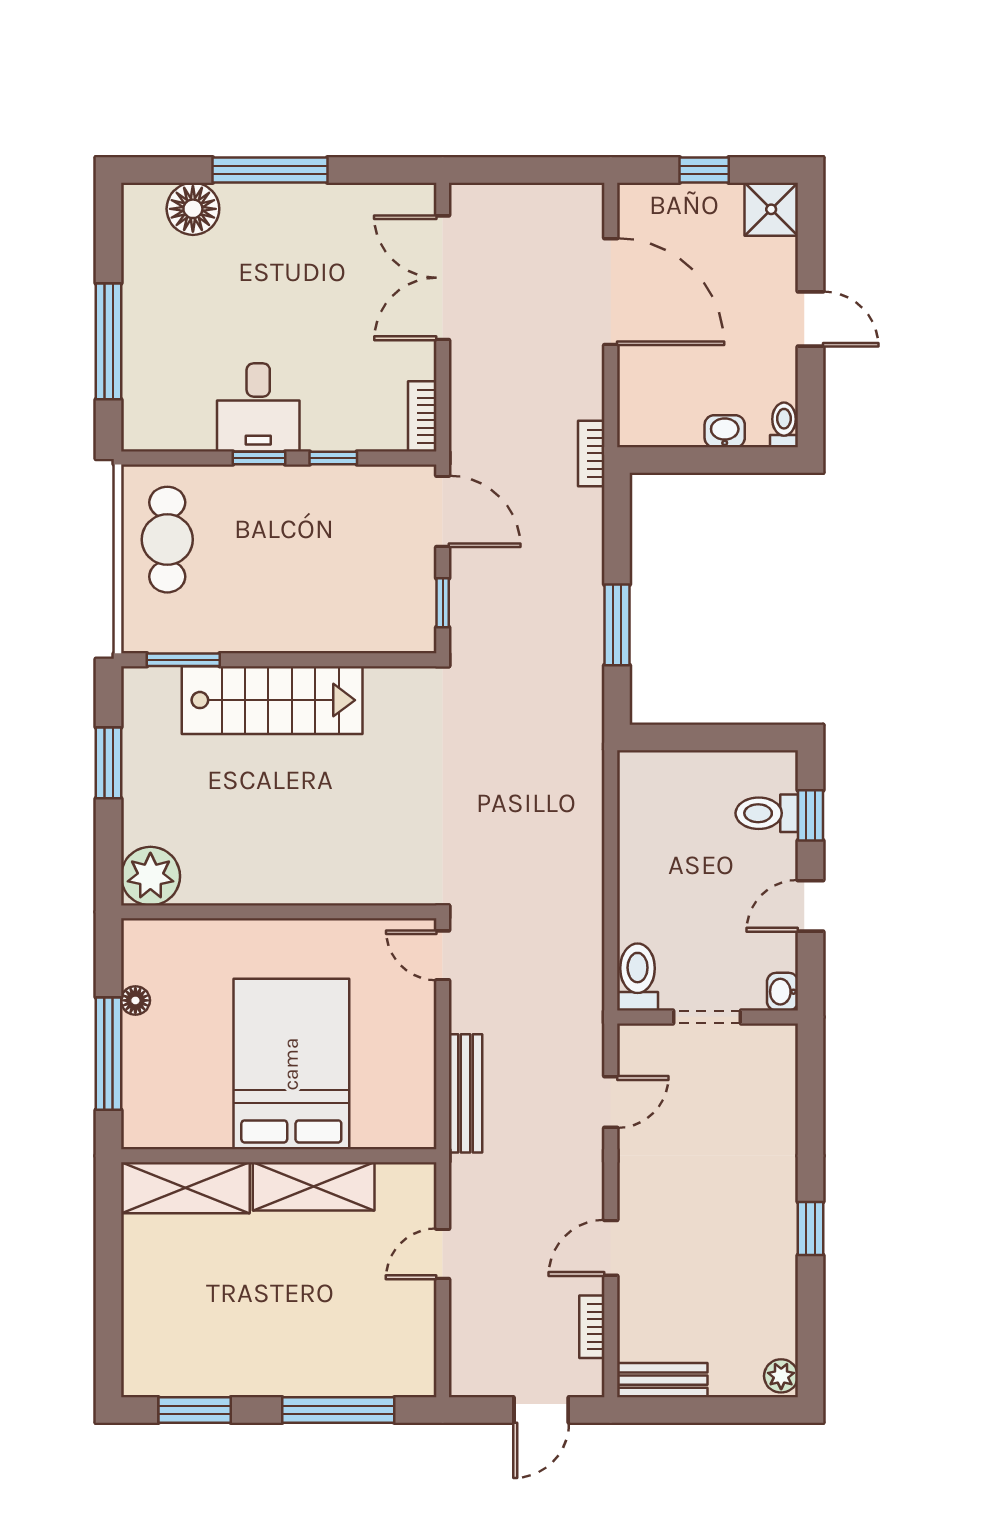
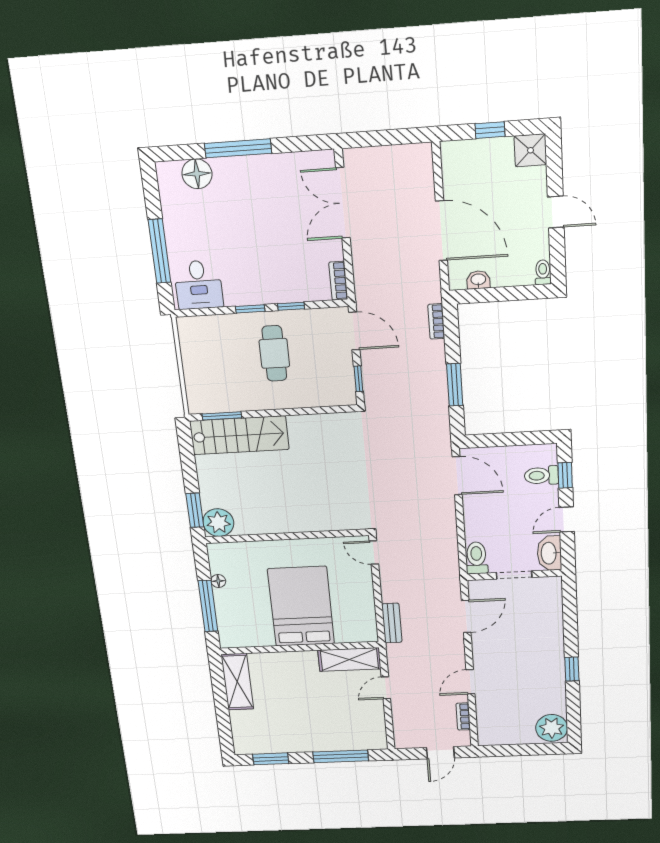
door: (611, 292) -> (441, 231), moved
desk: (258, 407) -> (198, 285), moved
washbasin: (725, 431) -> (478, 280), moved
bookcase: (591, 453) -> (436, 321), moved
cafe table: (167, 540) -> (274, 353), moved
stairs: (272, 700) -> (239, 435), moved
window: (108, 763) -> (195, 510), moved
door: (611, 805) -> (457, 476), added
washbasin: (782, 992) -> (549, 553), width x1.91, depth x1.45
bench: (465, 1093) -> (392, 623), width x0.73
door: (611, 1102) -> (466, 616), width x1.38
shelving: (314, 1186) -> (349, 659), moved
shelving: (185, 1188) -> (237, 682), moved, turned 90
plant: (781, 1376) -> (552, 728), width x1.87, depth x1.87
bench: (662, 1380) -> (500, 738), removed

